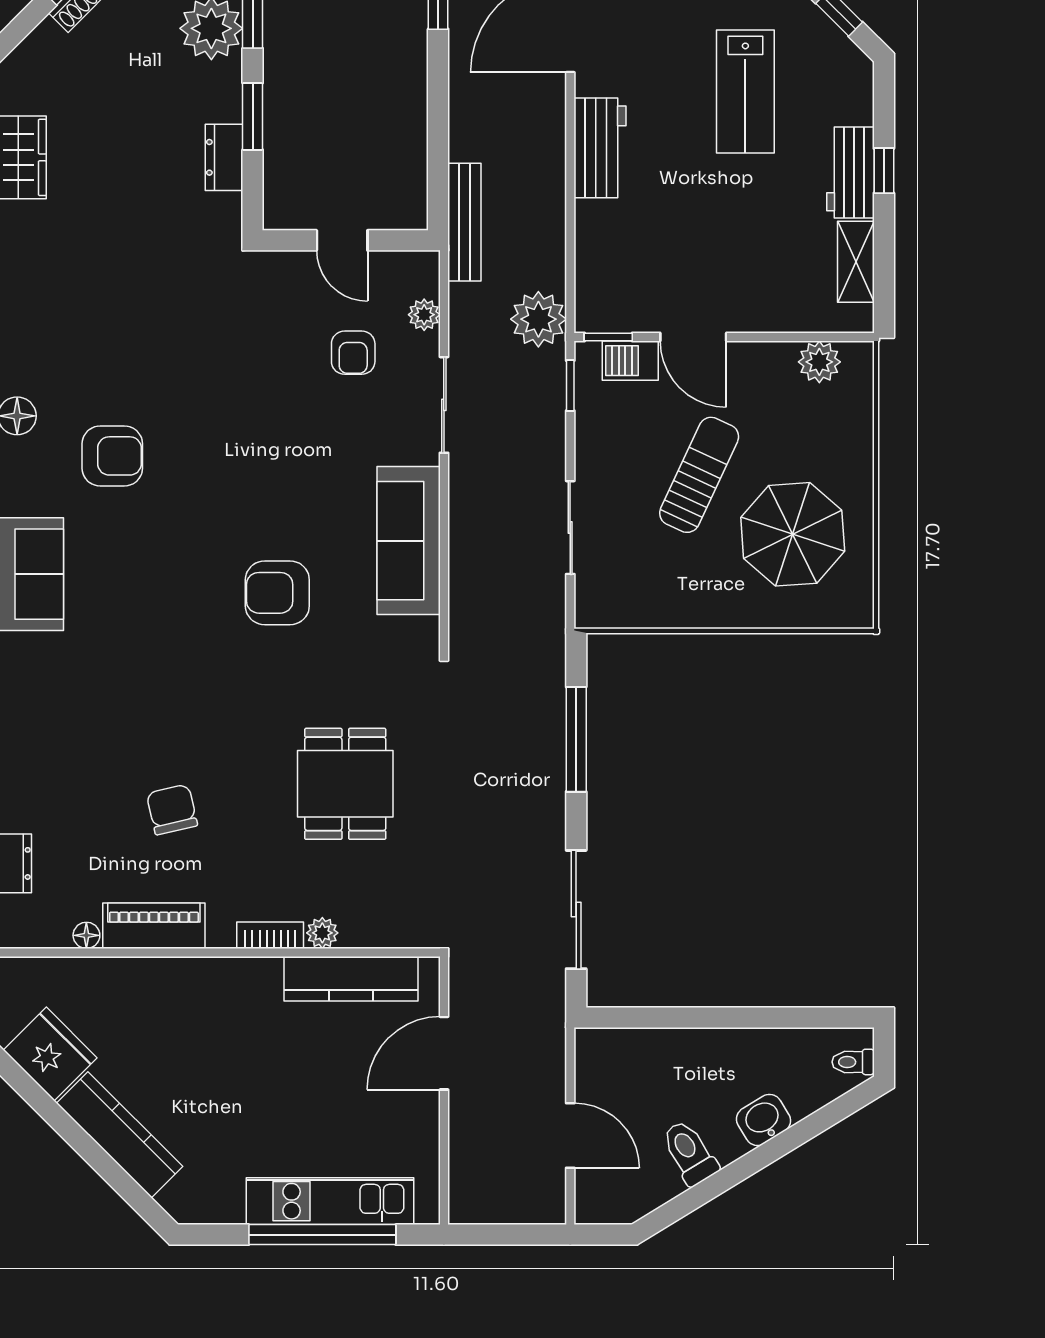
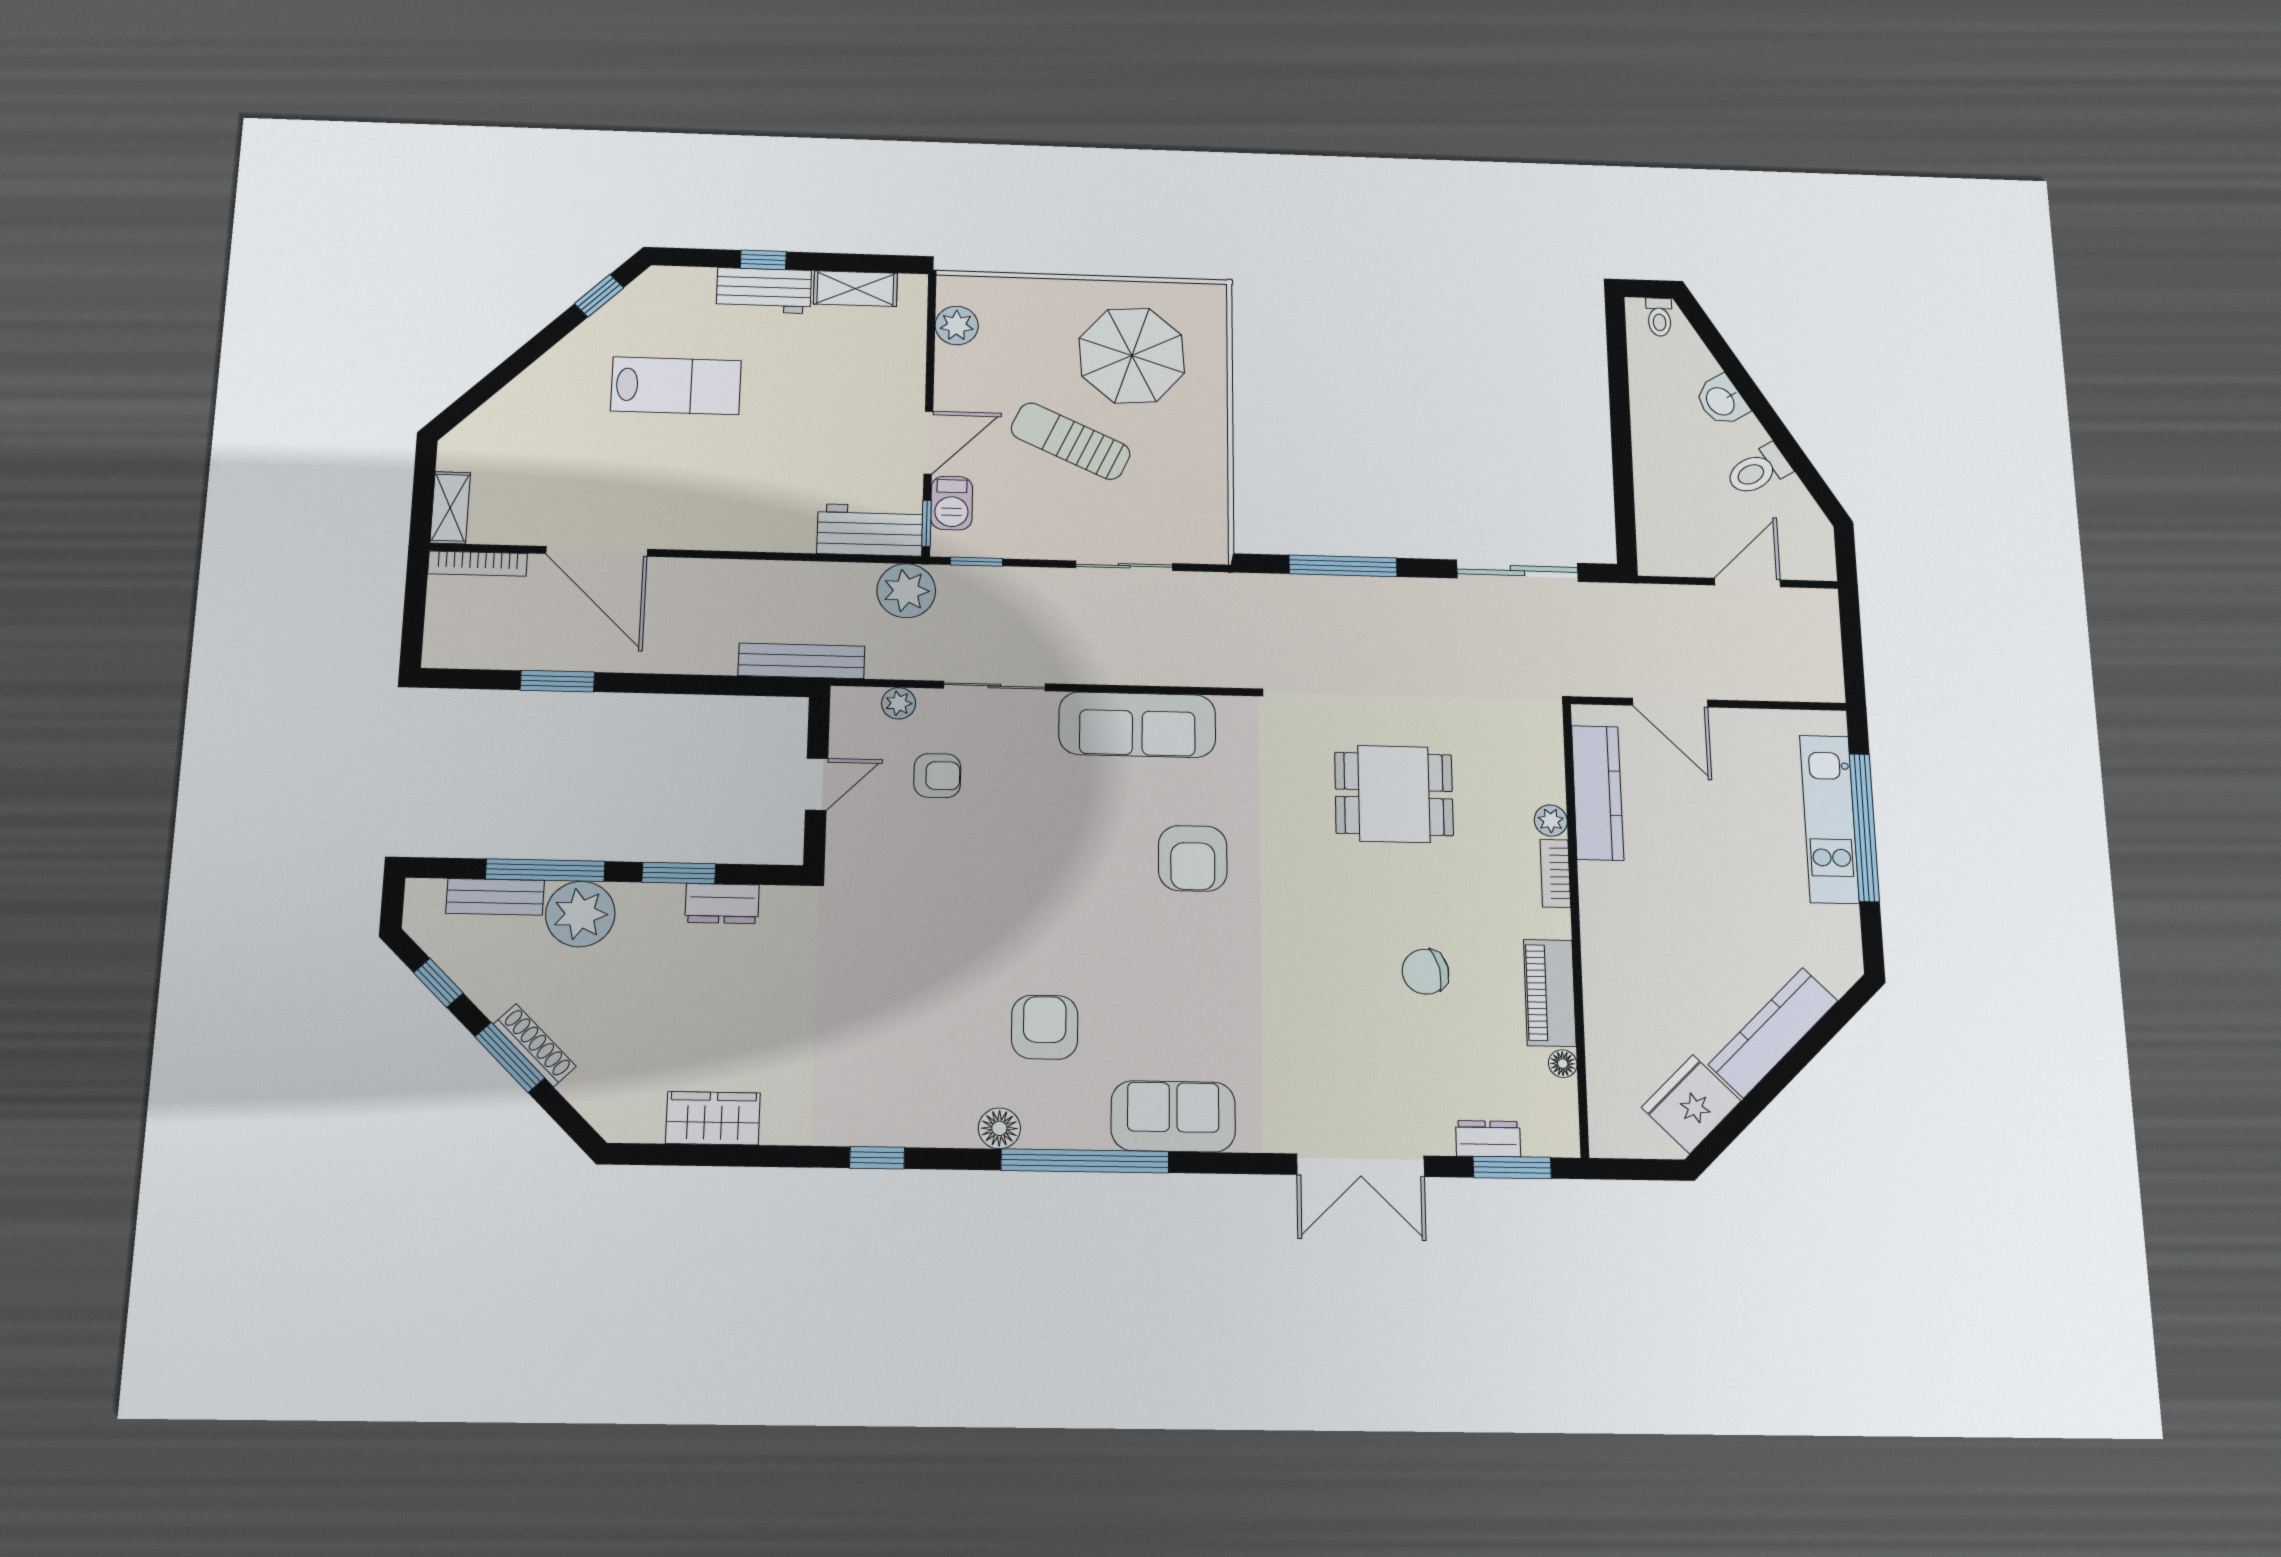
workbench: (600, 148) -> (870, 530), moved

